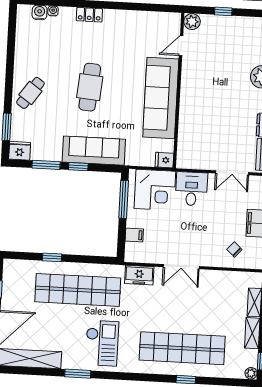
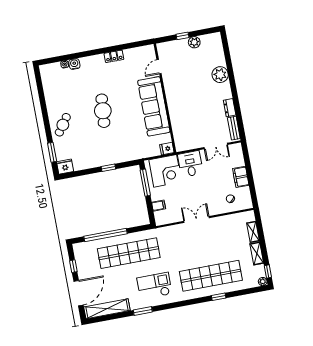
water cooler: (40, 12) -> (74, 64), moved
locker: (89, 15) -> (114, 56), moved
plant: (192, 22) -> (194, 42), moved
sofa: (94, 151) -> (116, 154), removed
window: (46, 165) -> (86, 172), removed
window: (52, 257) -> (105, 235), width x3.17
double door: (181, 267) -> (196, 220), swing flipped
freezer: (139, 275) -> (169, 233), removed
checkout: (102, 343) -> (154, 286), turned -90

